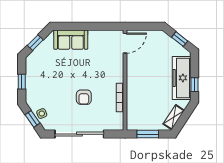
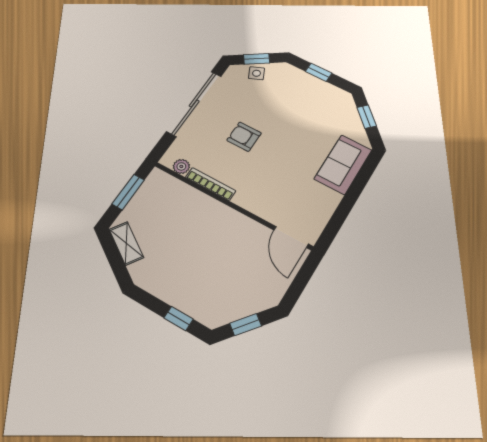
freezer: (182, 78) -> (180, 291), removed
window: (195, 85) -> (179, 319), moved
plant: (119, 118) -> (181, 166), added

